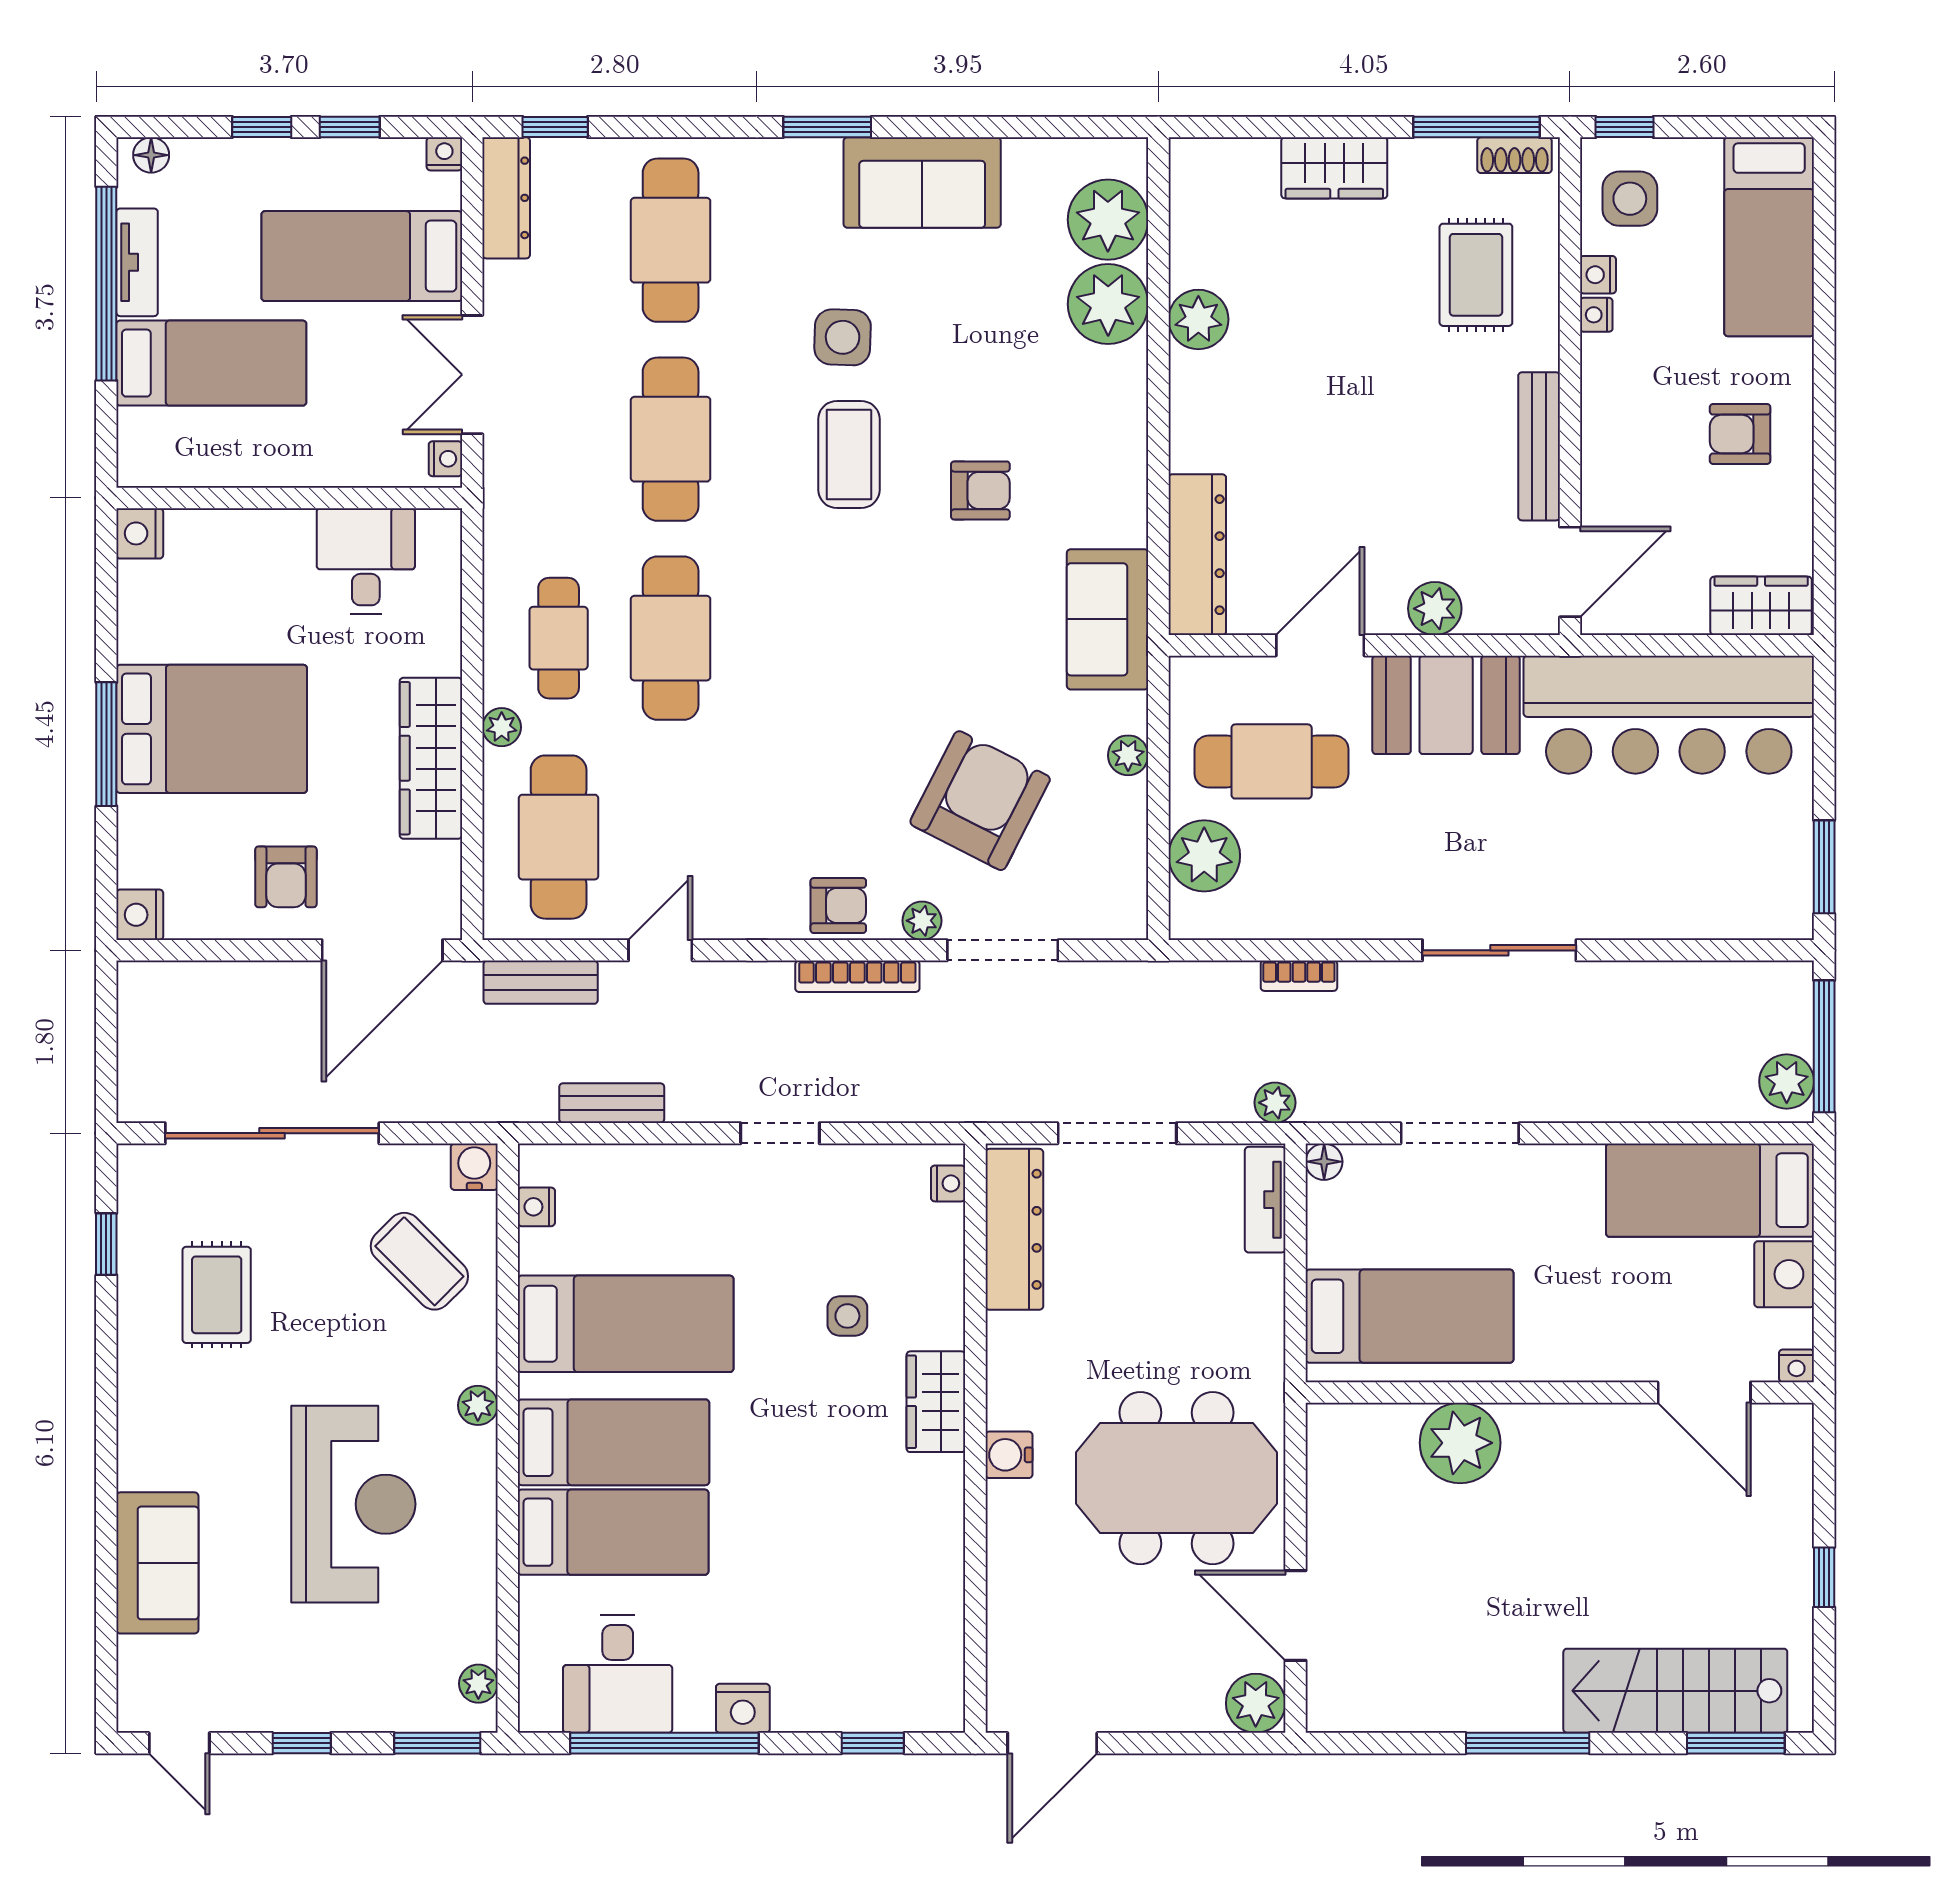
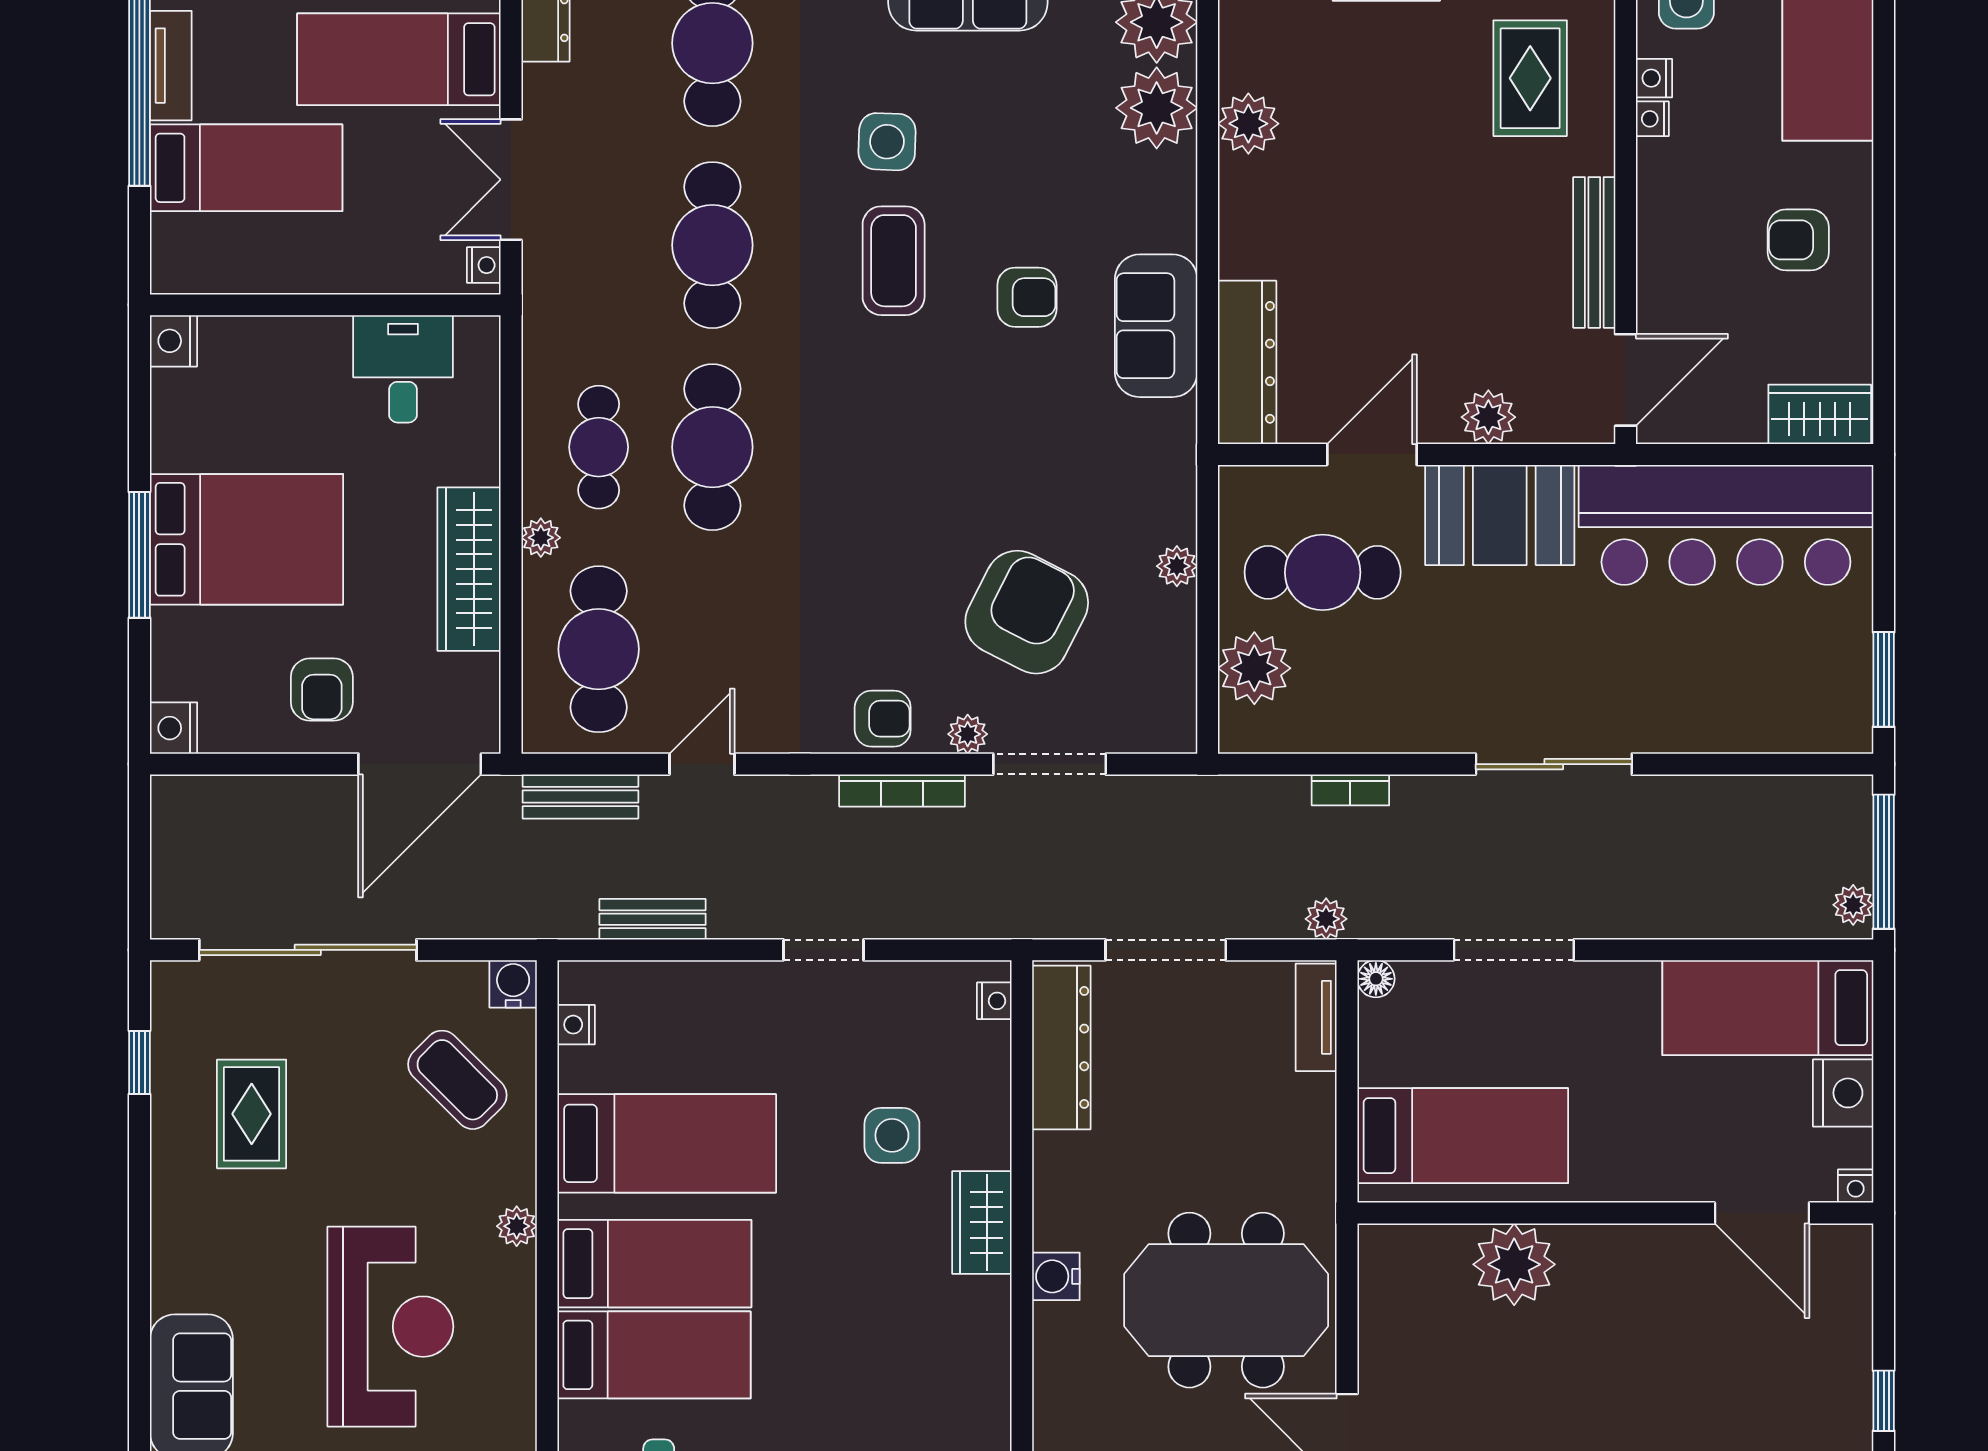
sofa: (1108, 619) -> (1156, 326), moved
plant: (1787, 1081) -> (1853, 905), width x0.73, depth x0.73
side table: (847, 1316) -> (892, 1135), width x1.37, depth x1.37

